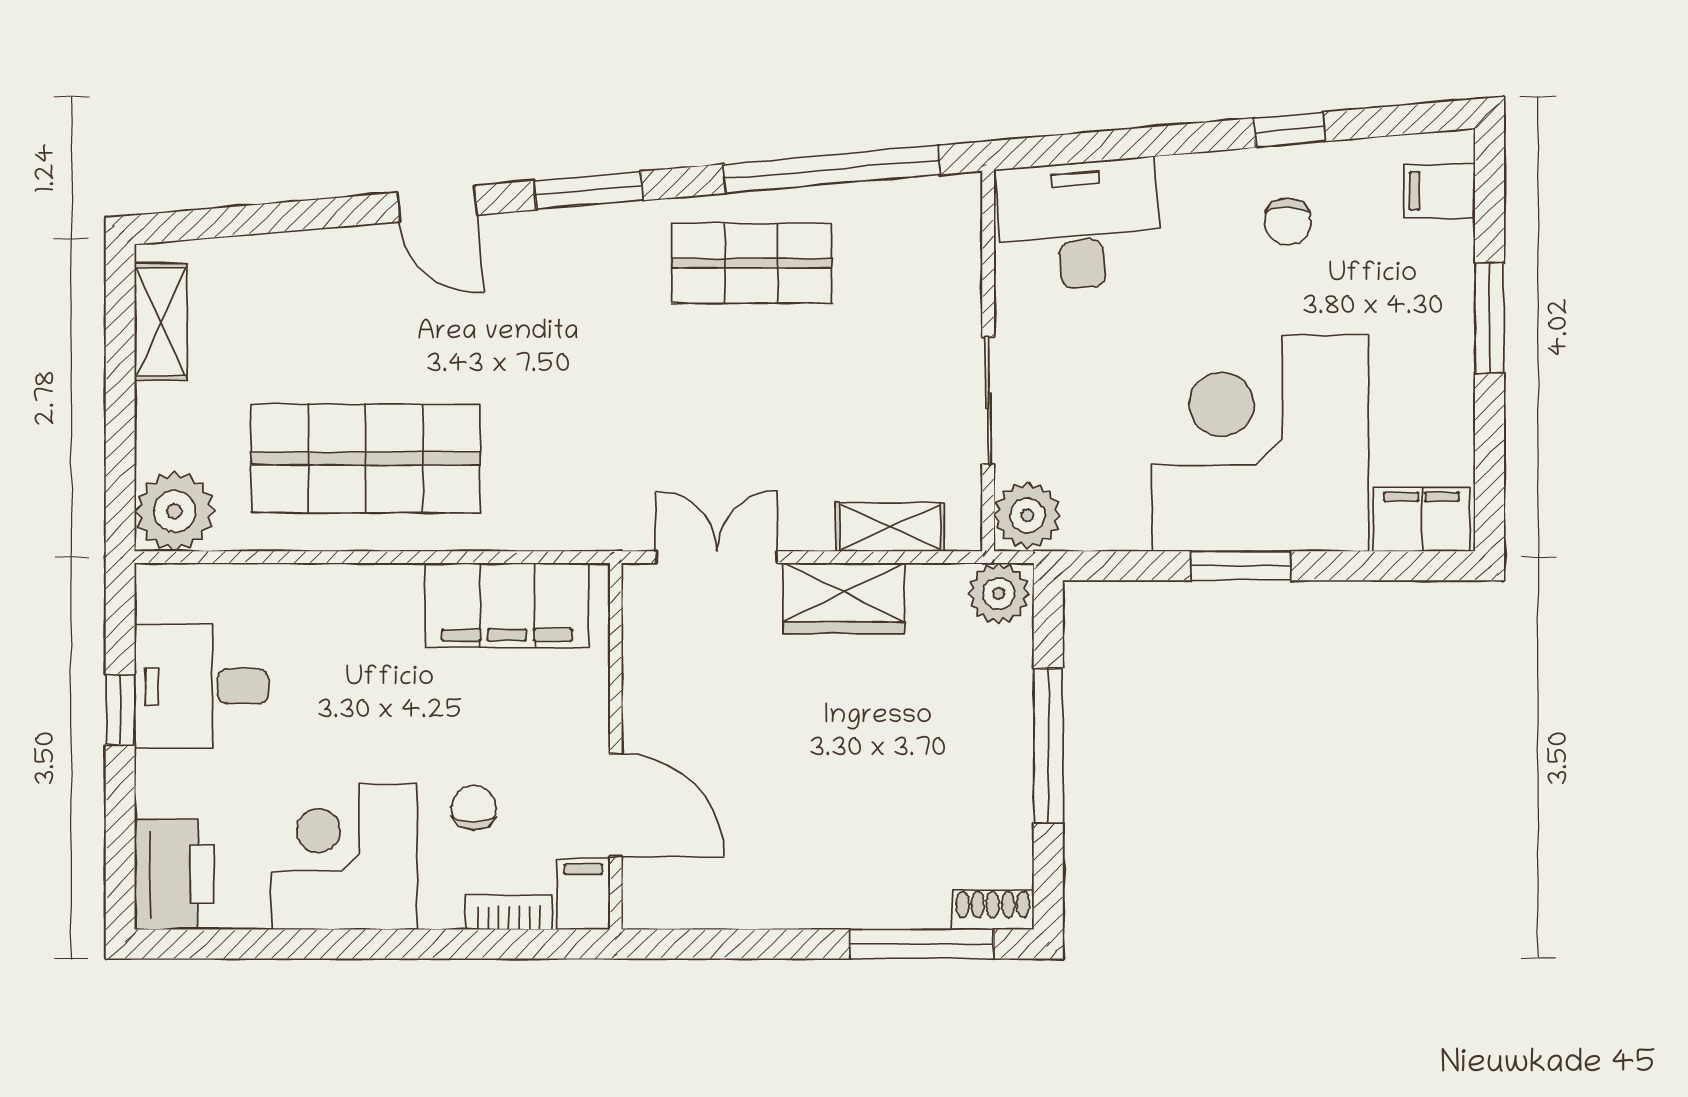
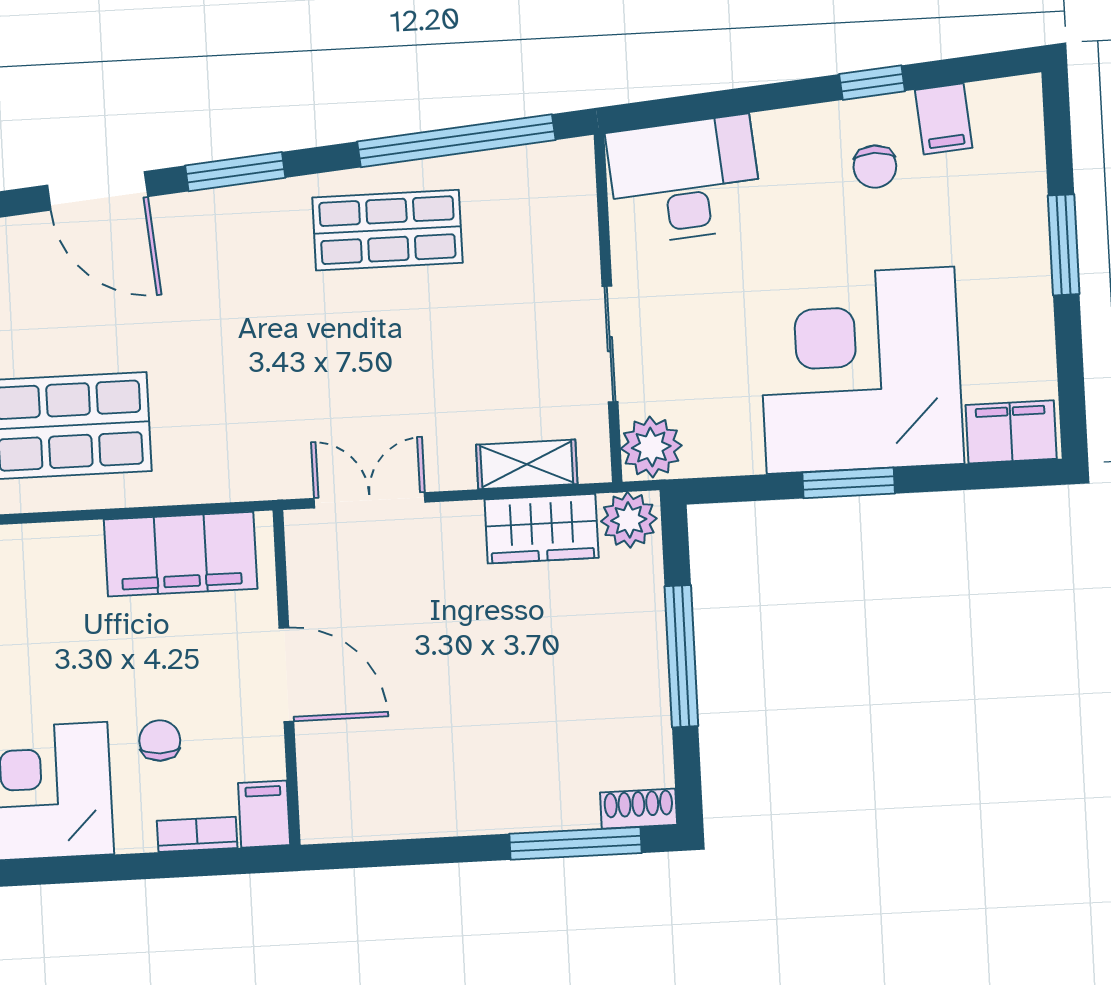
filing cabinet: (1439, 191) -> (944, 119), moved, turned -95
door: (437, 204) -> (98, 191), width x1.38
wardrobe: (844, 598) -> (542, 529), moved
door: (616, 805) -> (286, 675), moved

